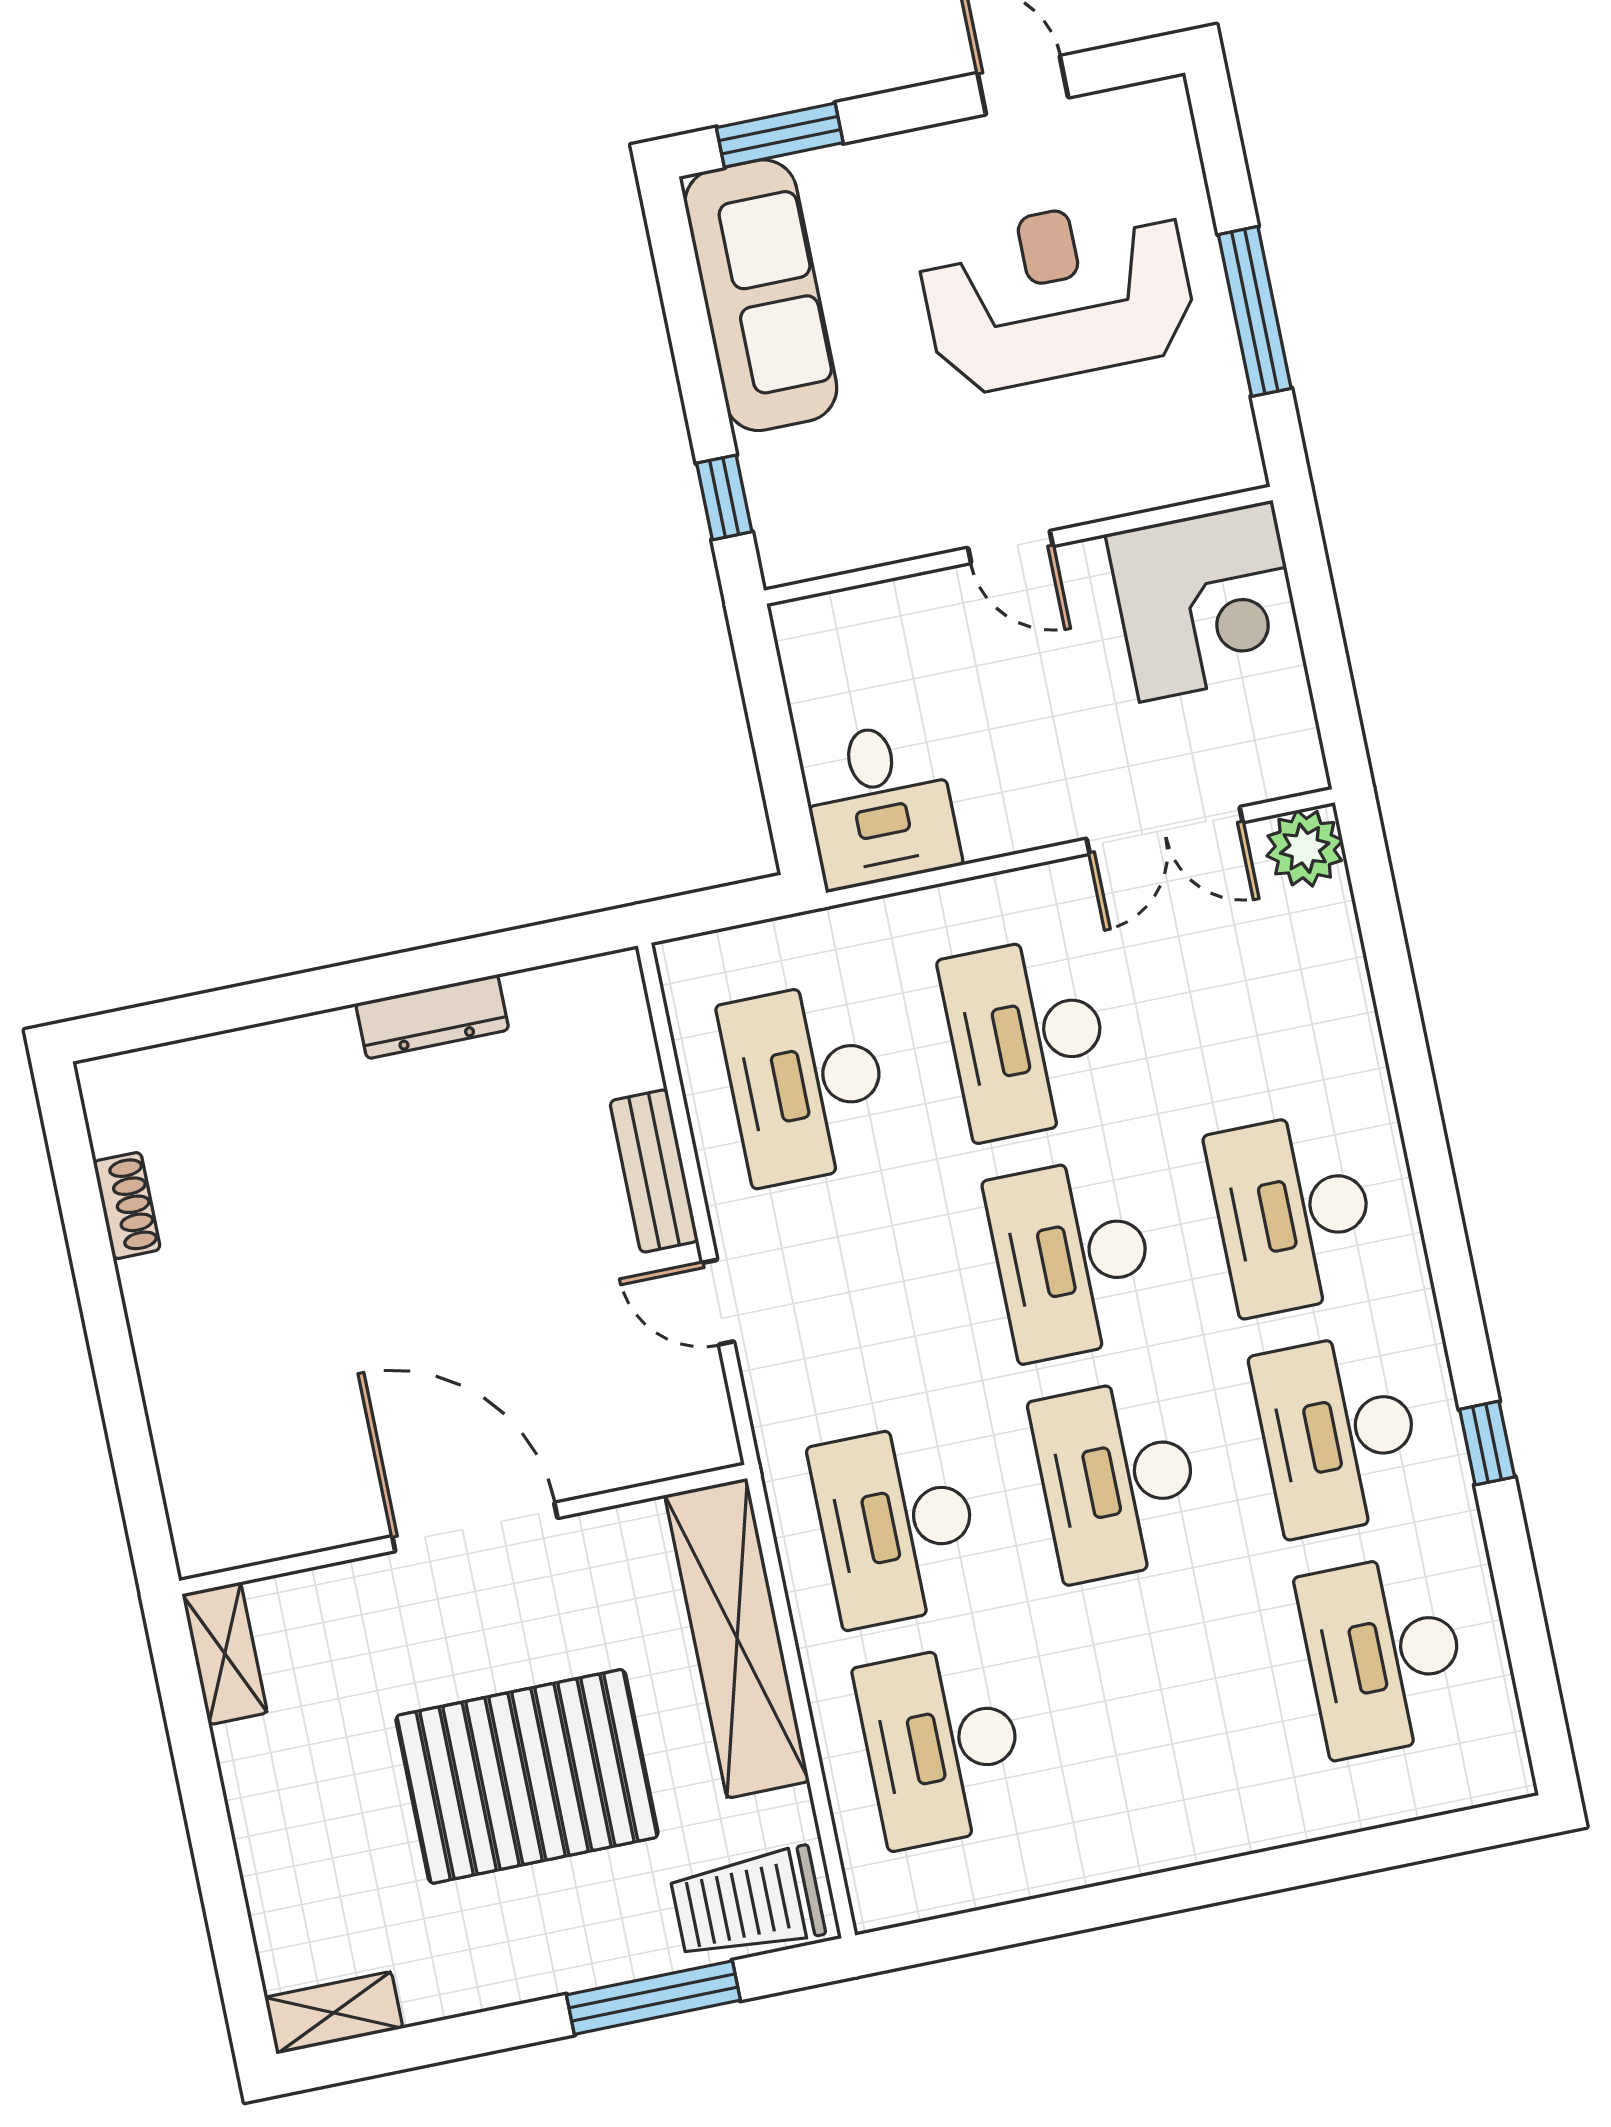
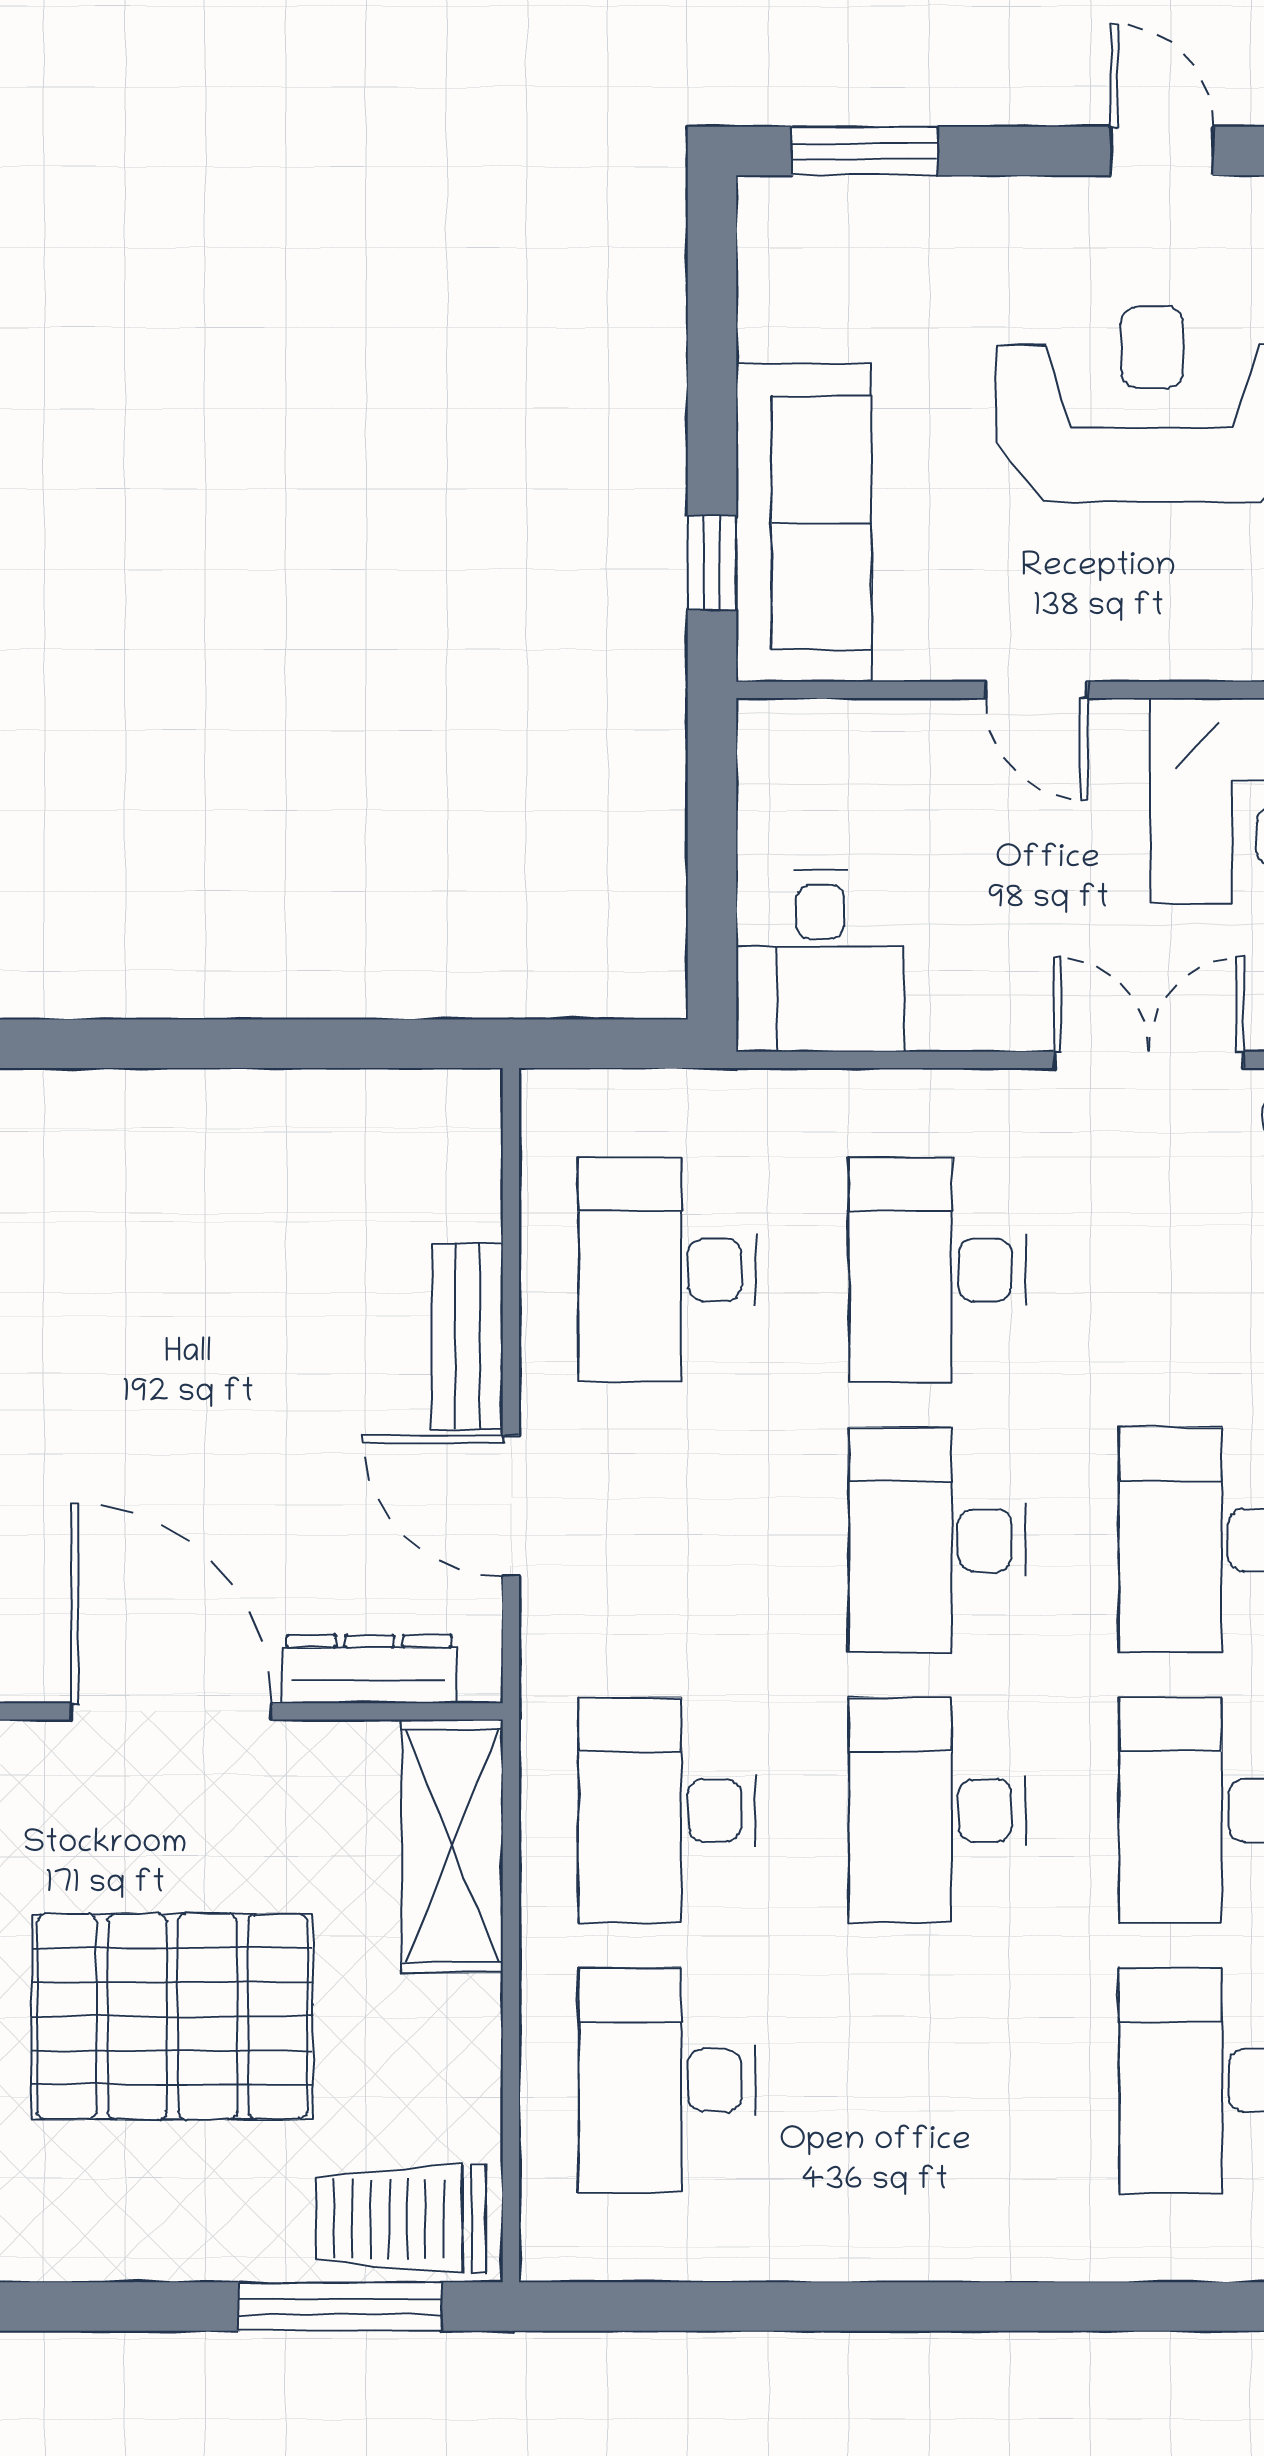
sofa: (761, 295) -> (804, 523), moved
double door: (1165, 830) -> (1149, 1060), swing flipped
dresser: (432, 1017) -> (369, 1669), moved, turned 180
door: (718, 1302) -> (511, 1506), width x1.38
shelving: (737, 1638) -> (452, 1846), width x0.68
window: (653, 1998) -> (340, 2307), moved

